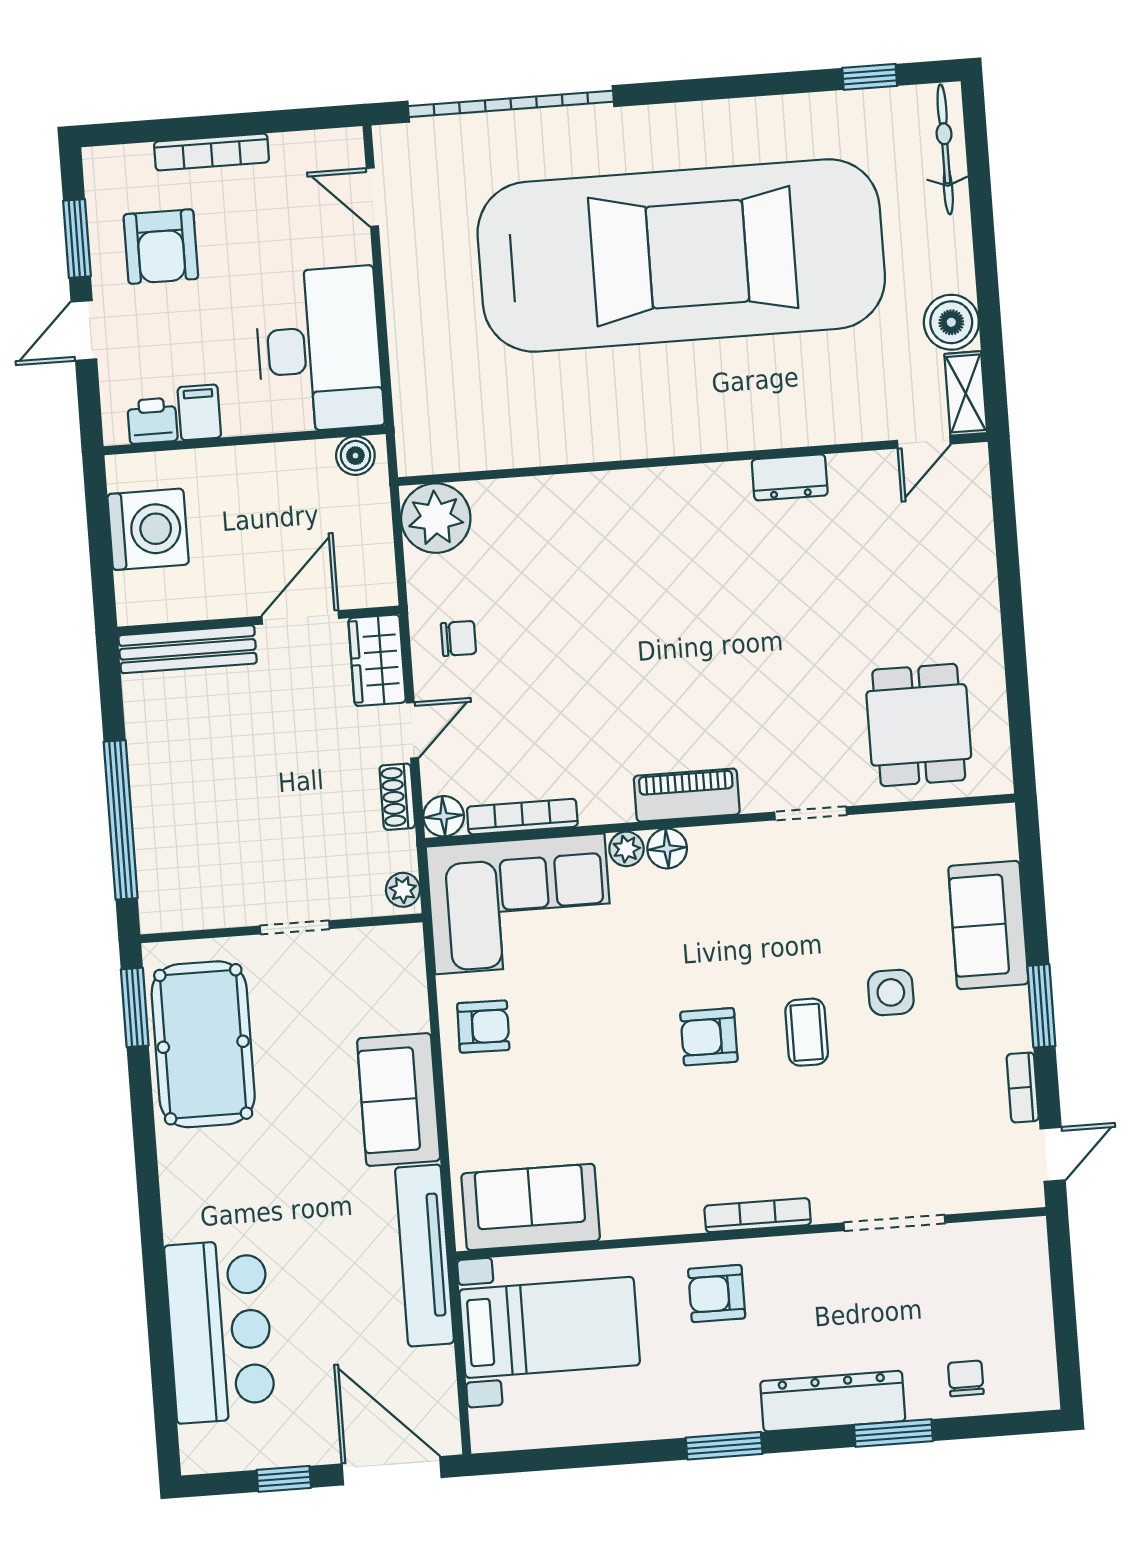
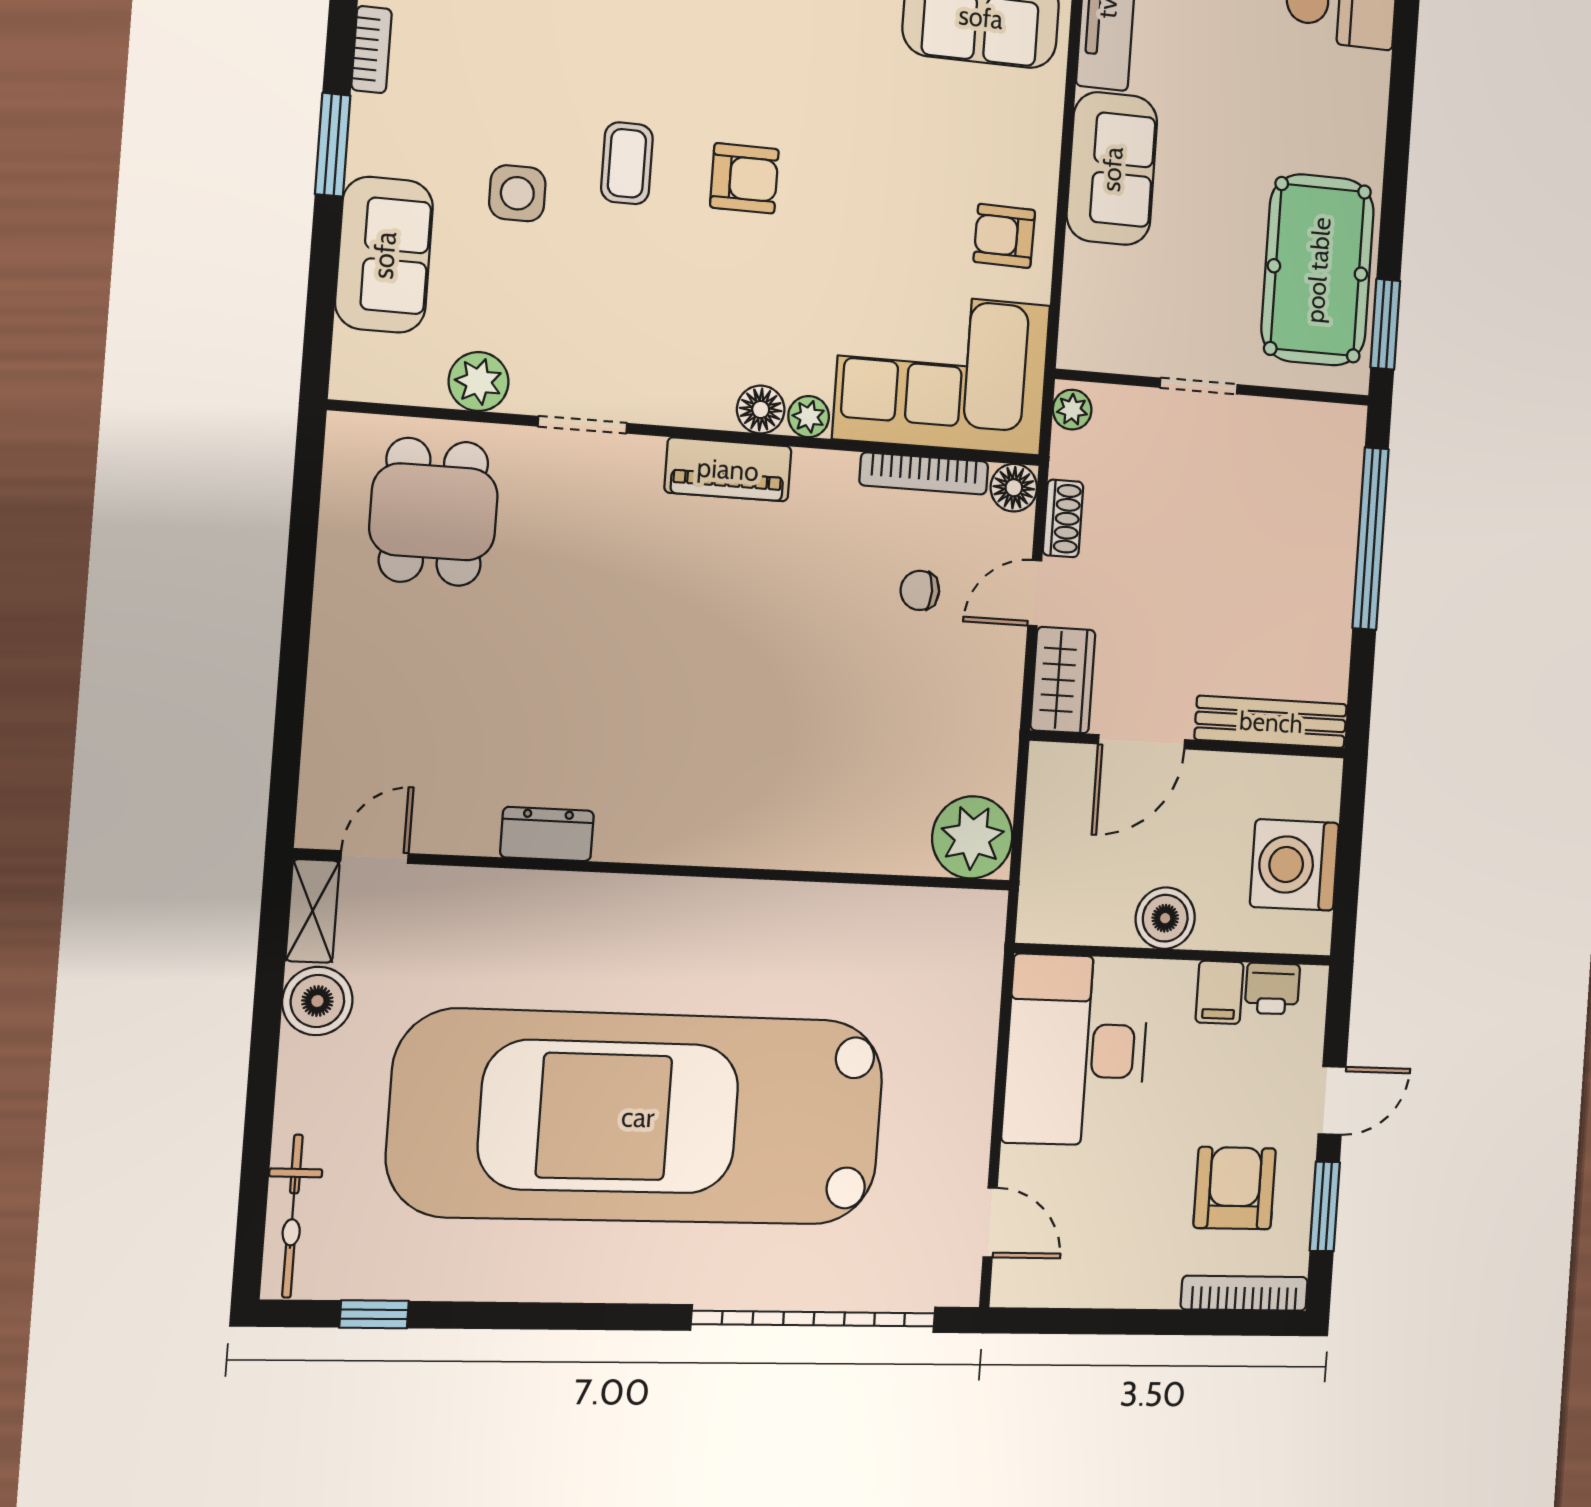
bookcase: (212, 152) -> (1244, 1293), moved
boiler: (355, 456) -> (1165, 918), moved, width x1.36, depth x1.36
chair: (459, 638) -> (920, 590), moved
plant: (899, 835) -> (479, 382), added

